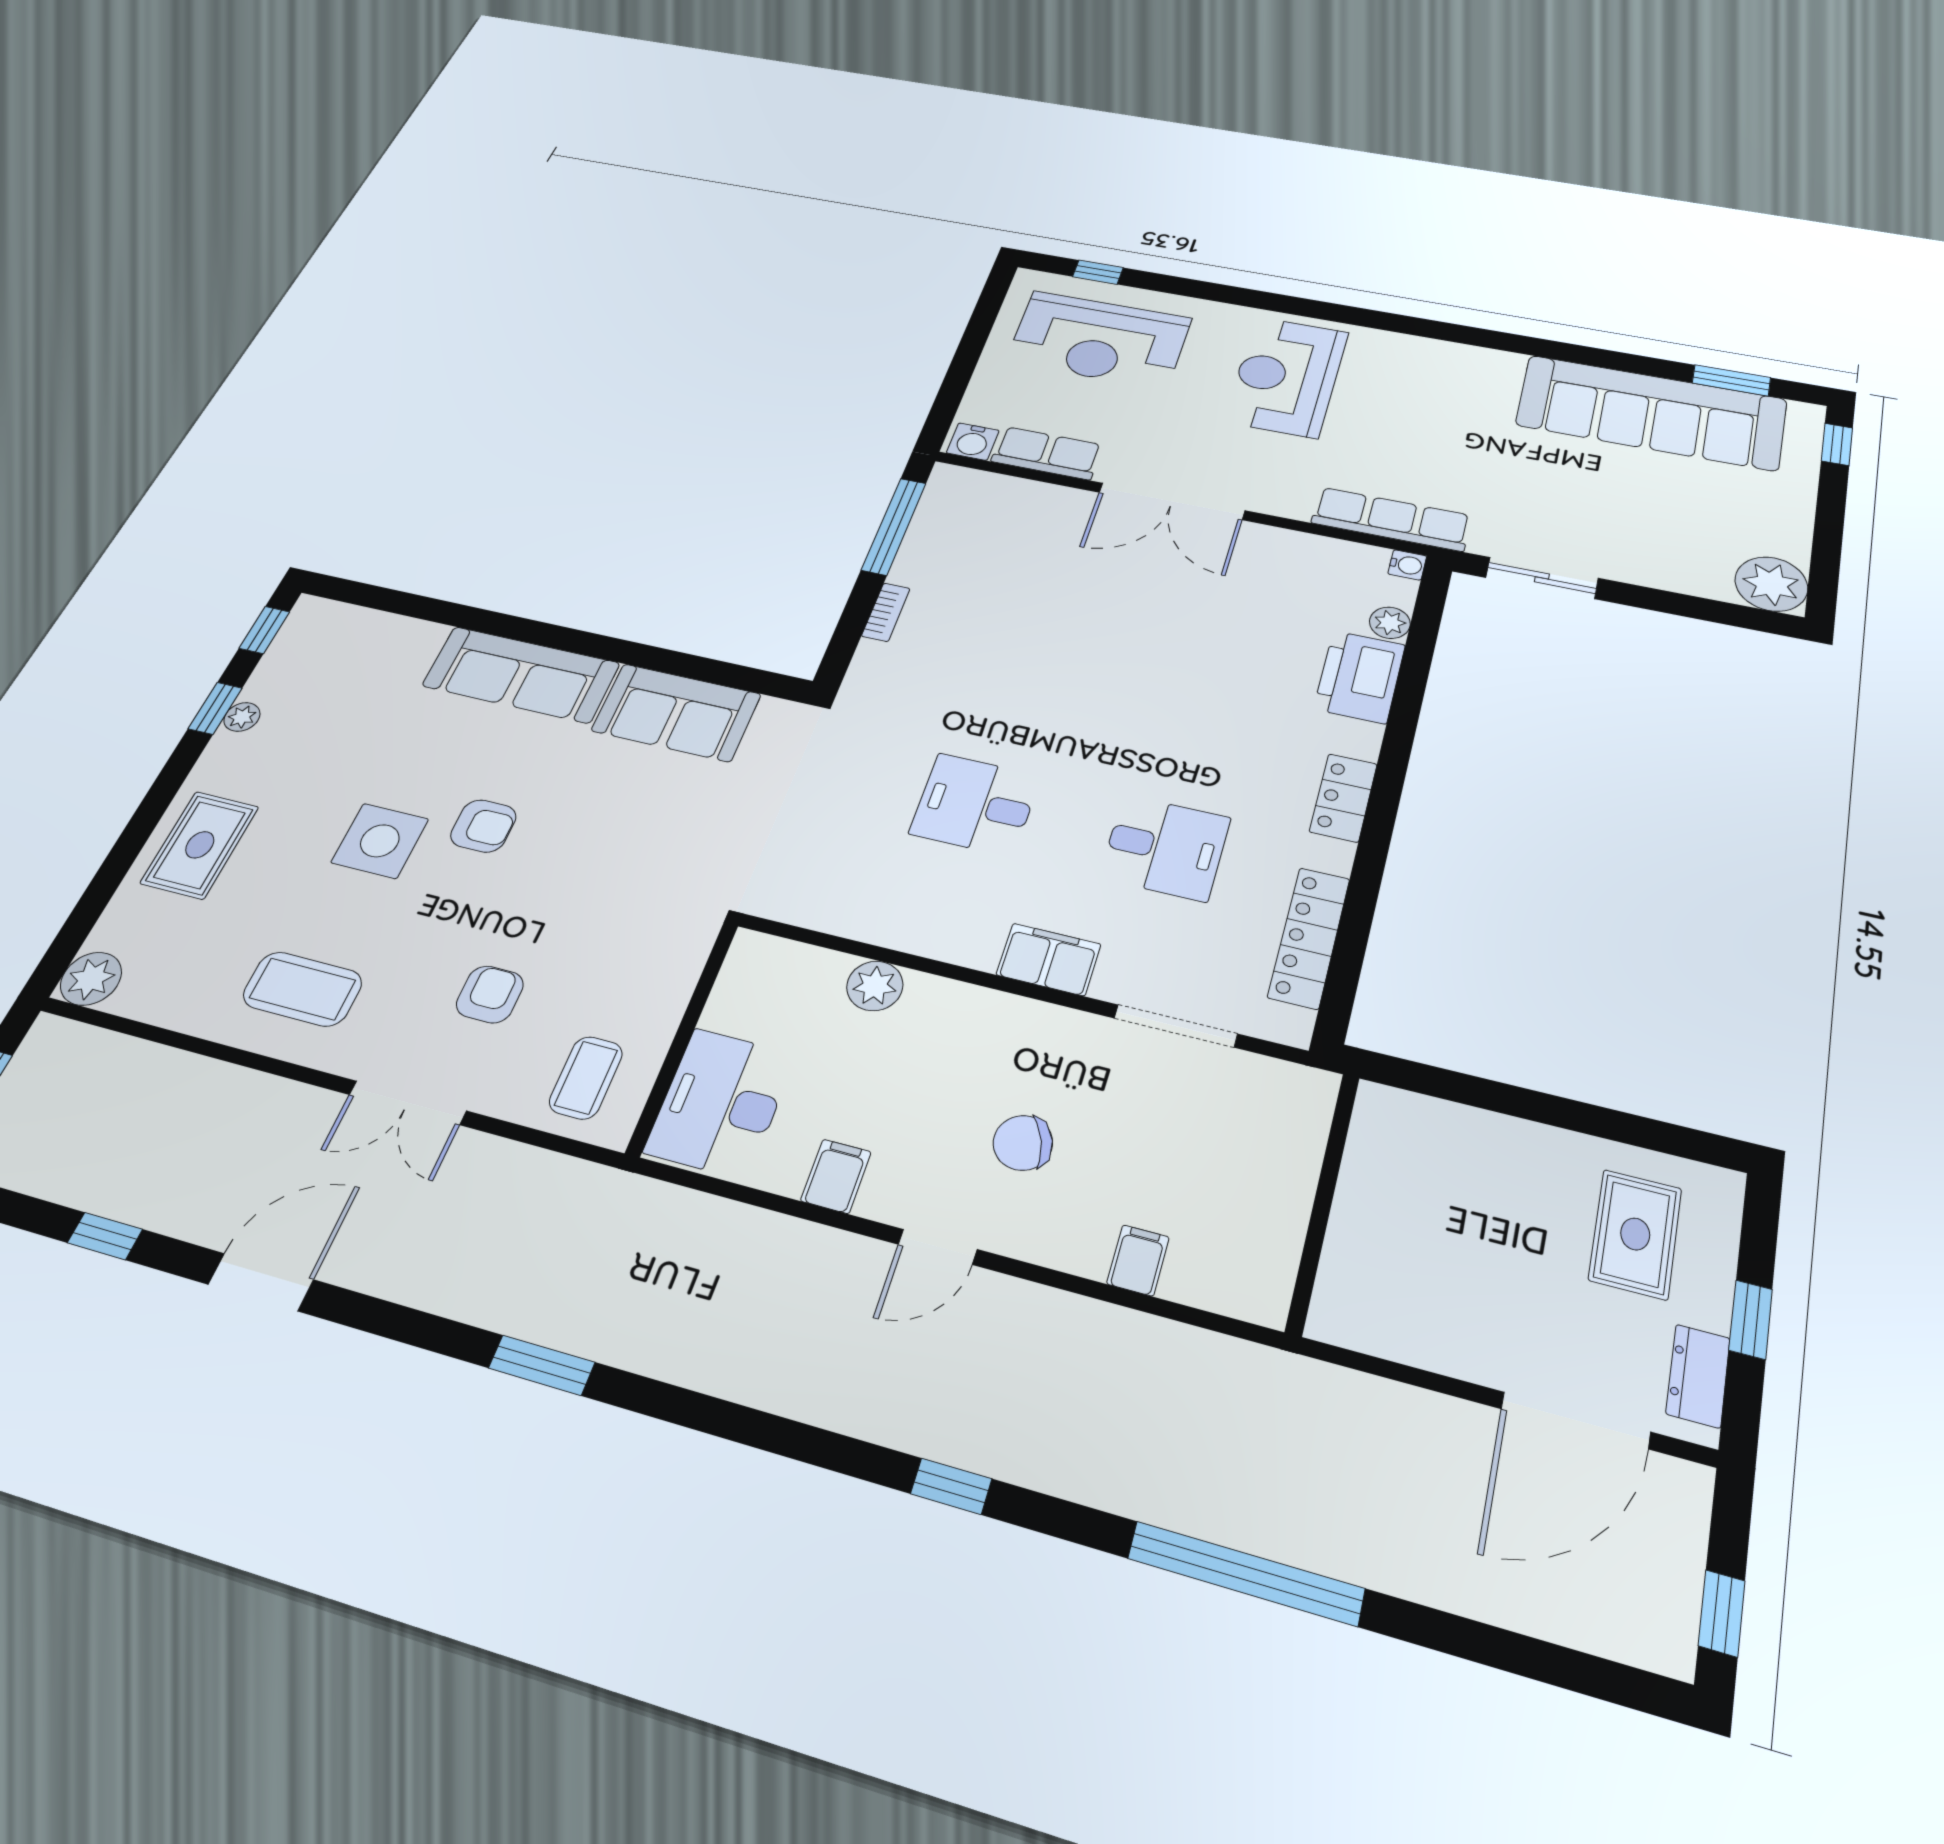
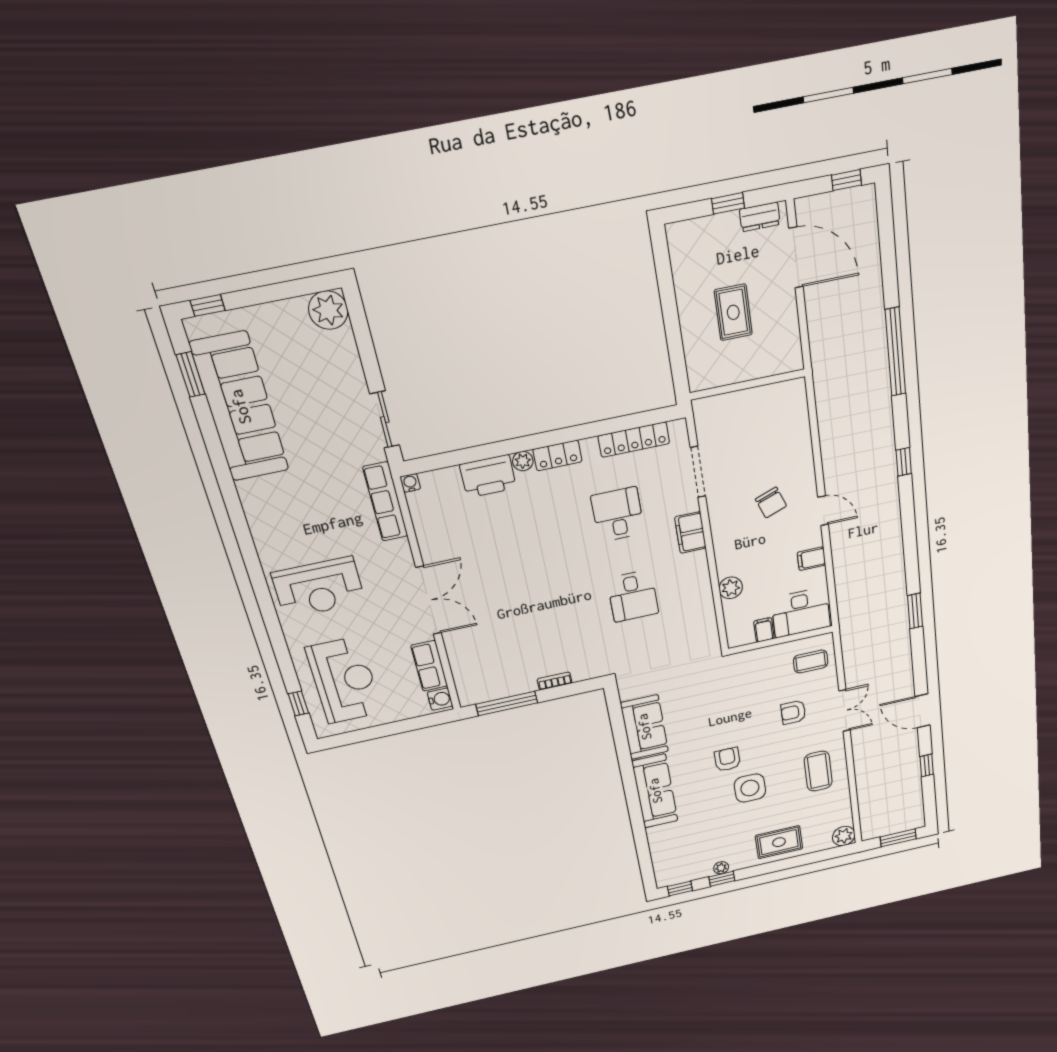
plant: (1390, 623) -> (523, 461), moved
rug: (1635, 1234) -> (733, 312), moved, turned 90
filing cabinet: (1138, 1260) -> (764, 630), moved, turned 90

